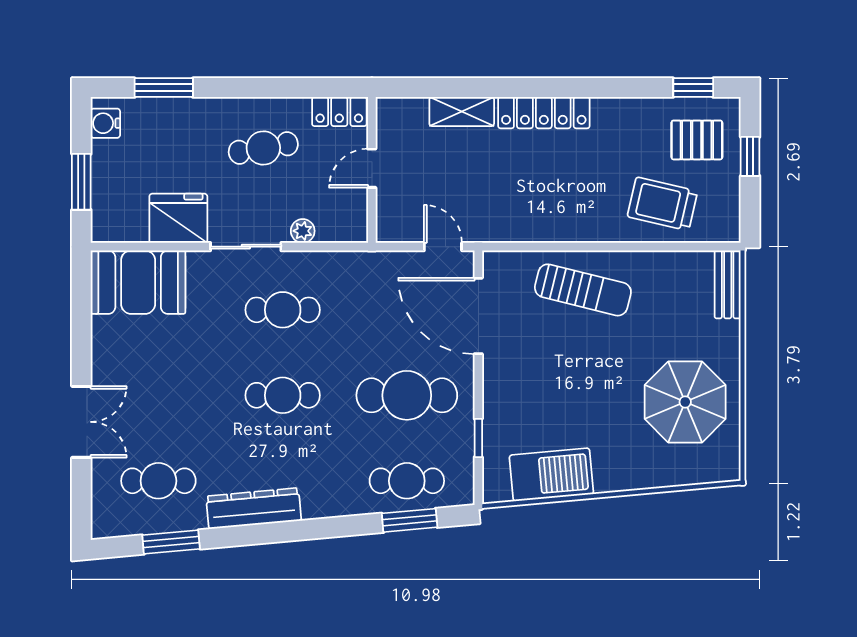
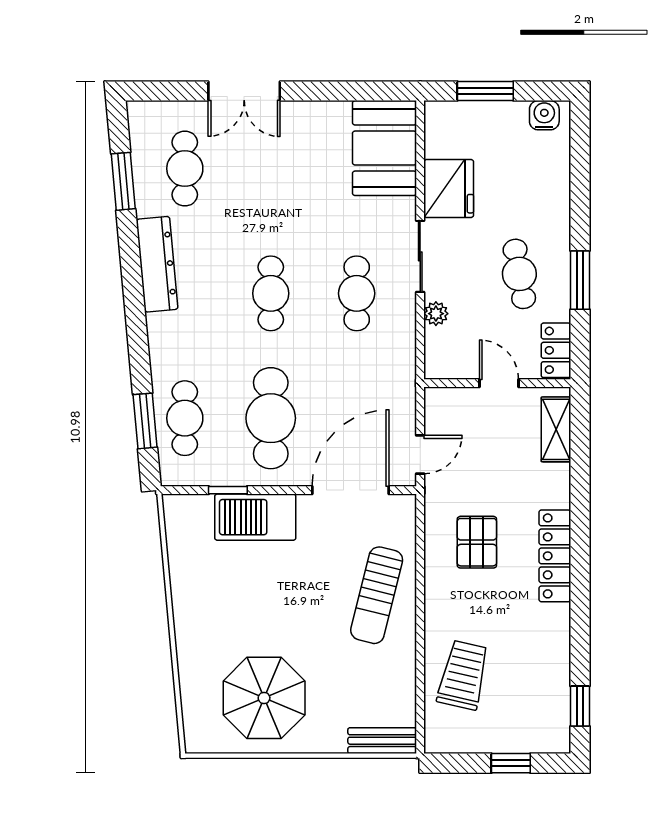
window: (164, 88) -> (580, 280), moved
shelving: (462, 112) -> (556, 429), moved
pallet: (697, 140) -> (477, 542), moved
barbecue: (551, 475) -> (255, 517), moved, turned 95

